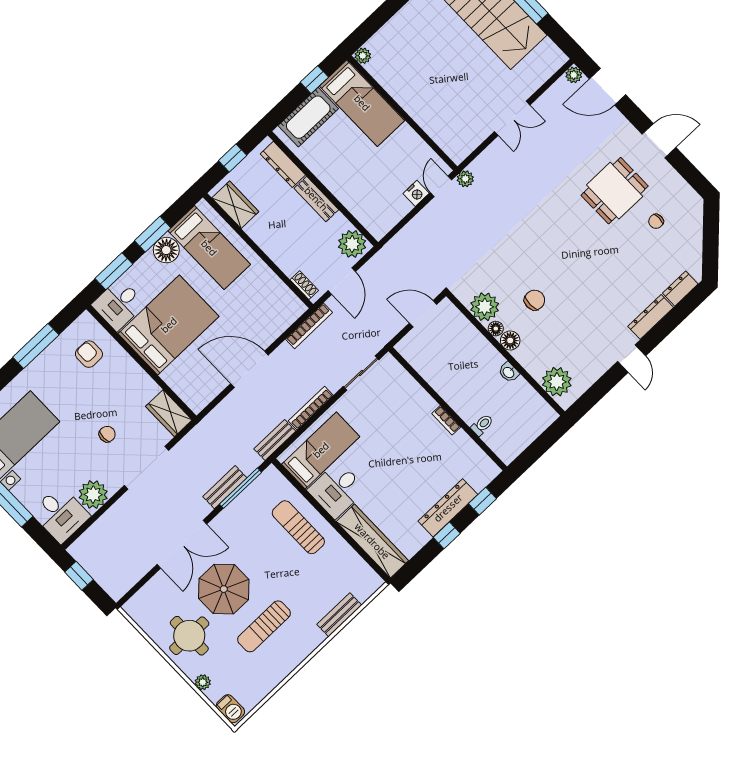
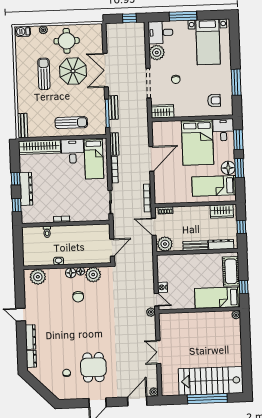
bench: (339, 615) -> (23, 126), moved

